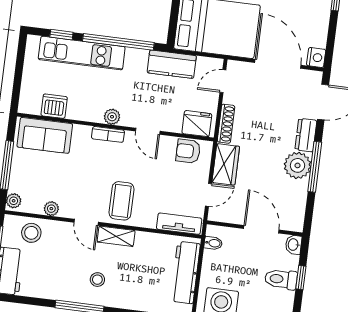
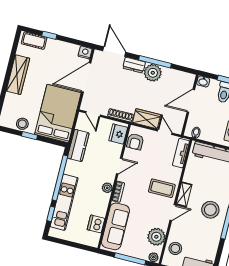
sofa: (45, 135) -> (115, 226), width x1.36
plant: (51, 209) -> (156, 237), width x1.88, depth x1.88
stool: (97, 280) -> (210, 210), width x1.89, depth x1.89

